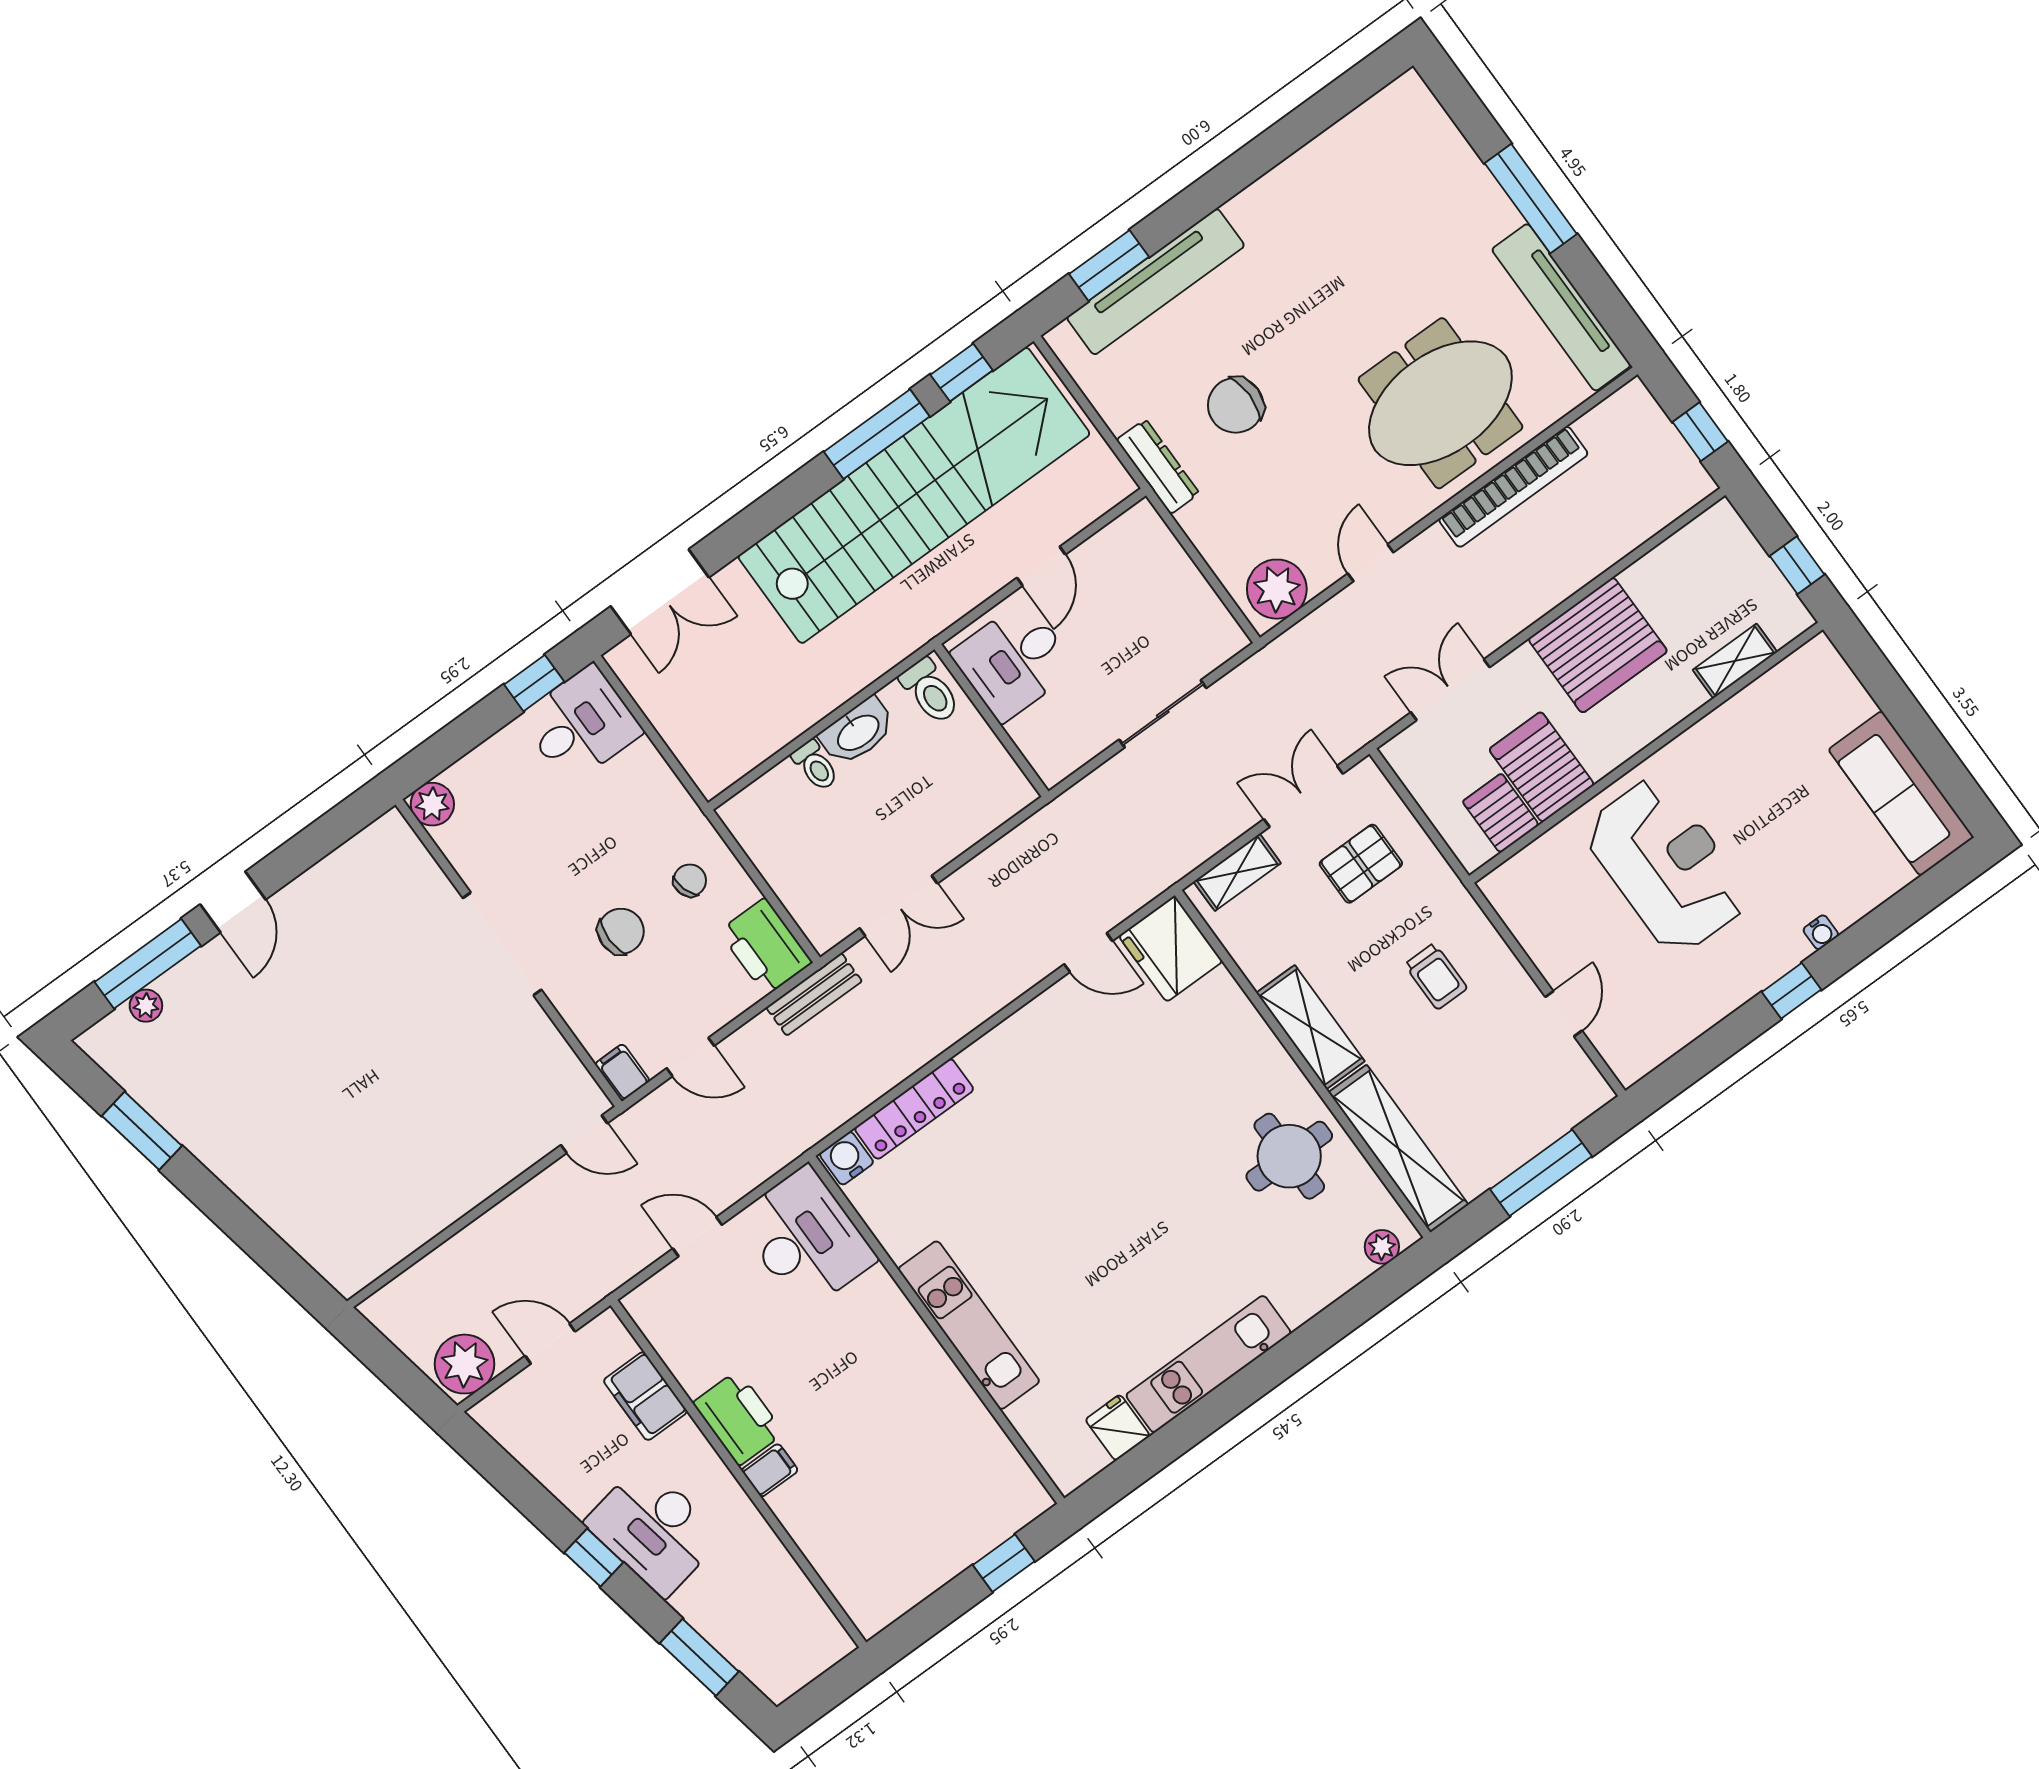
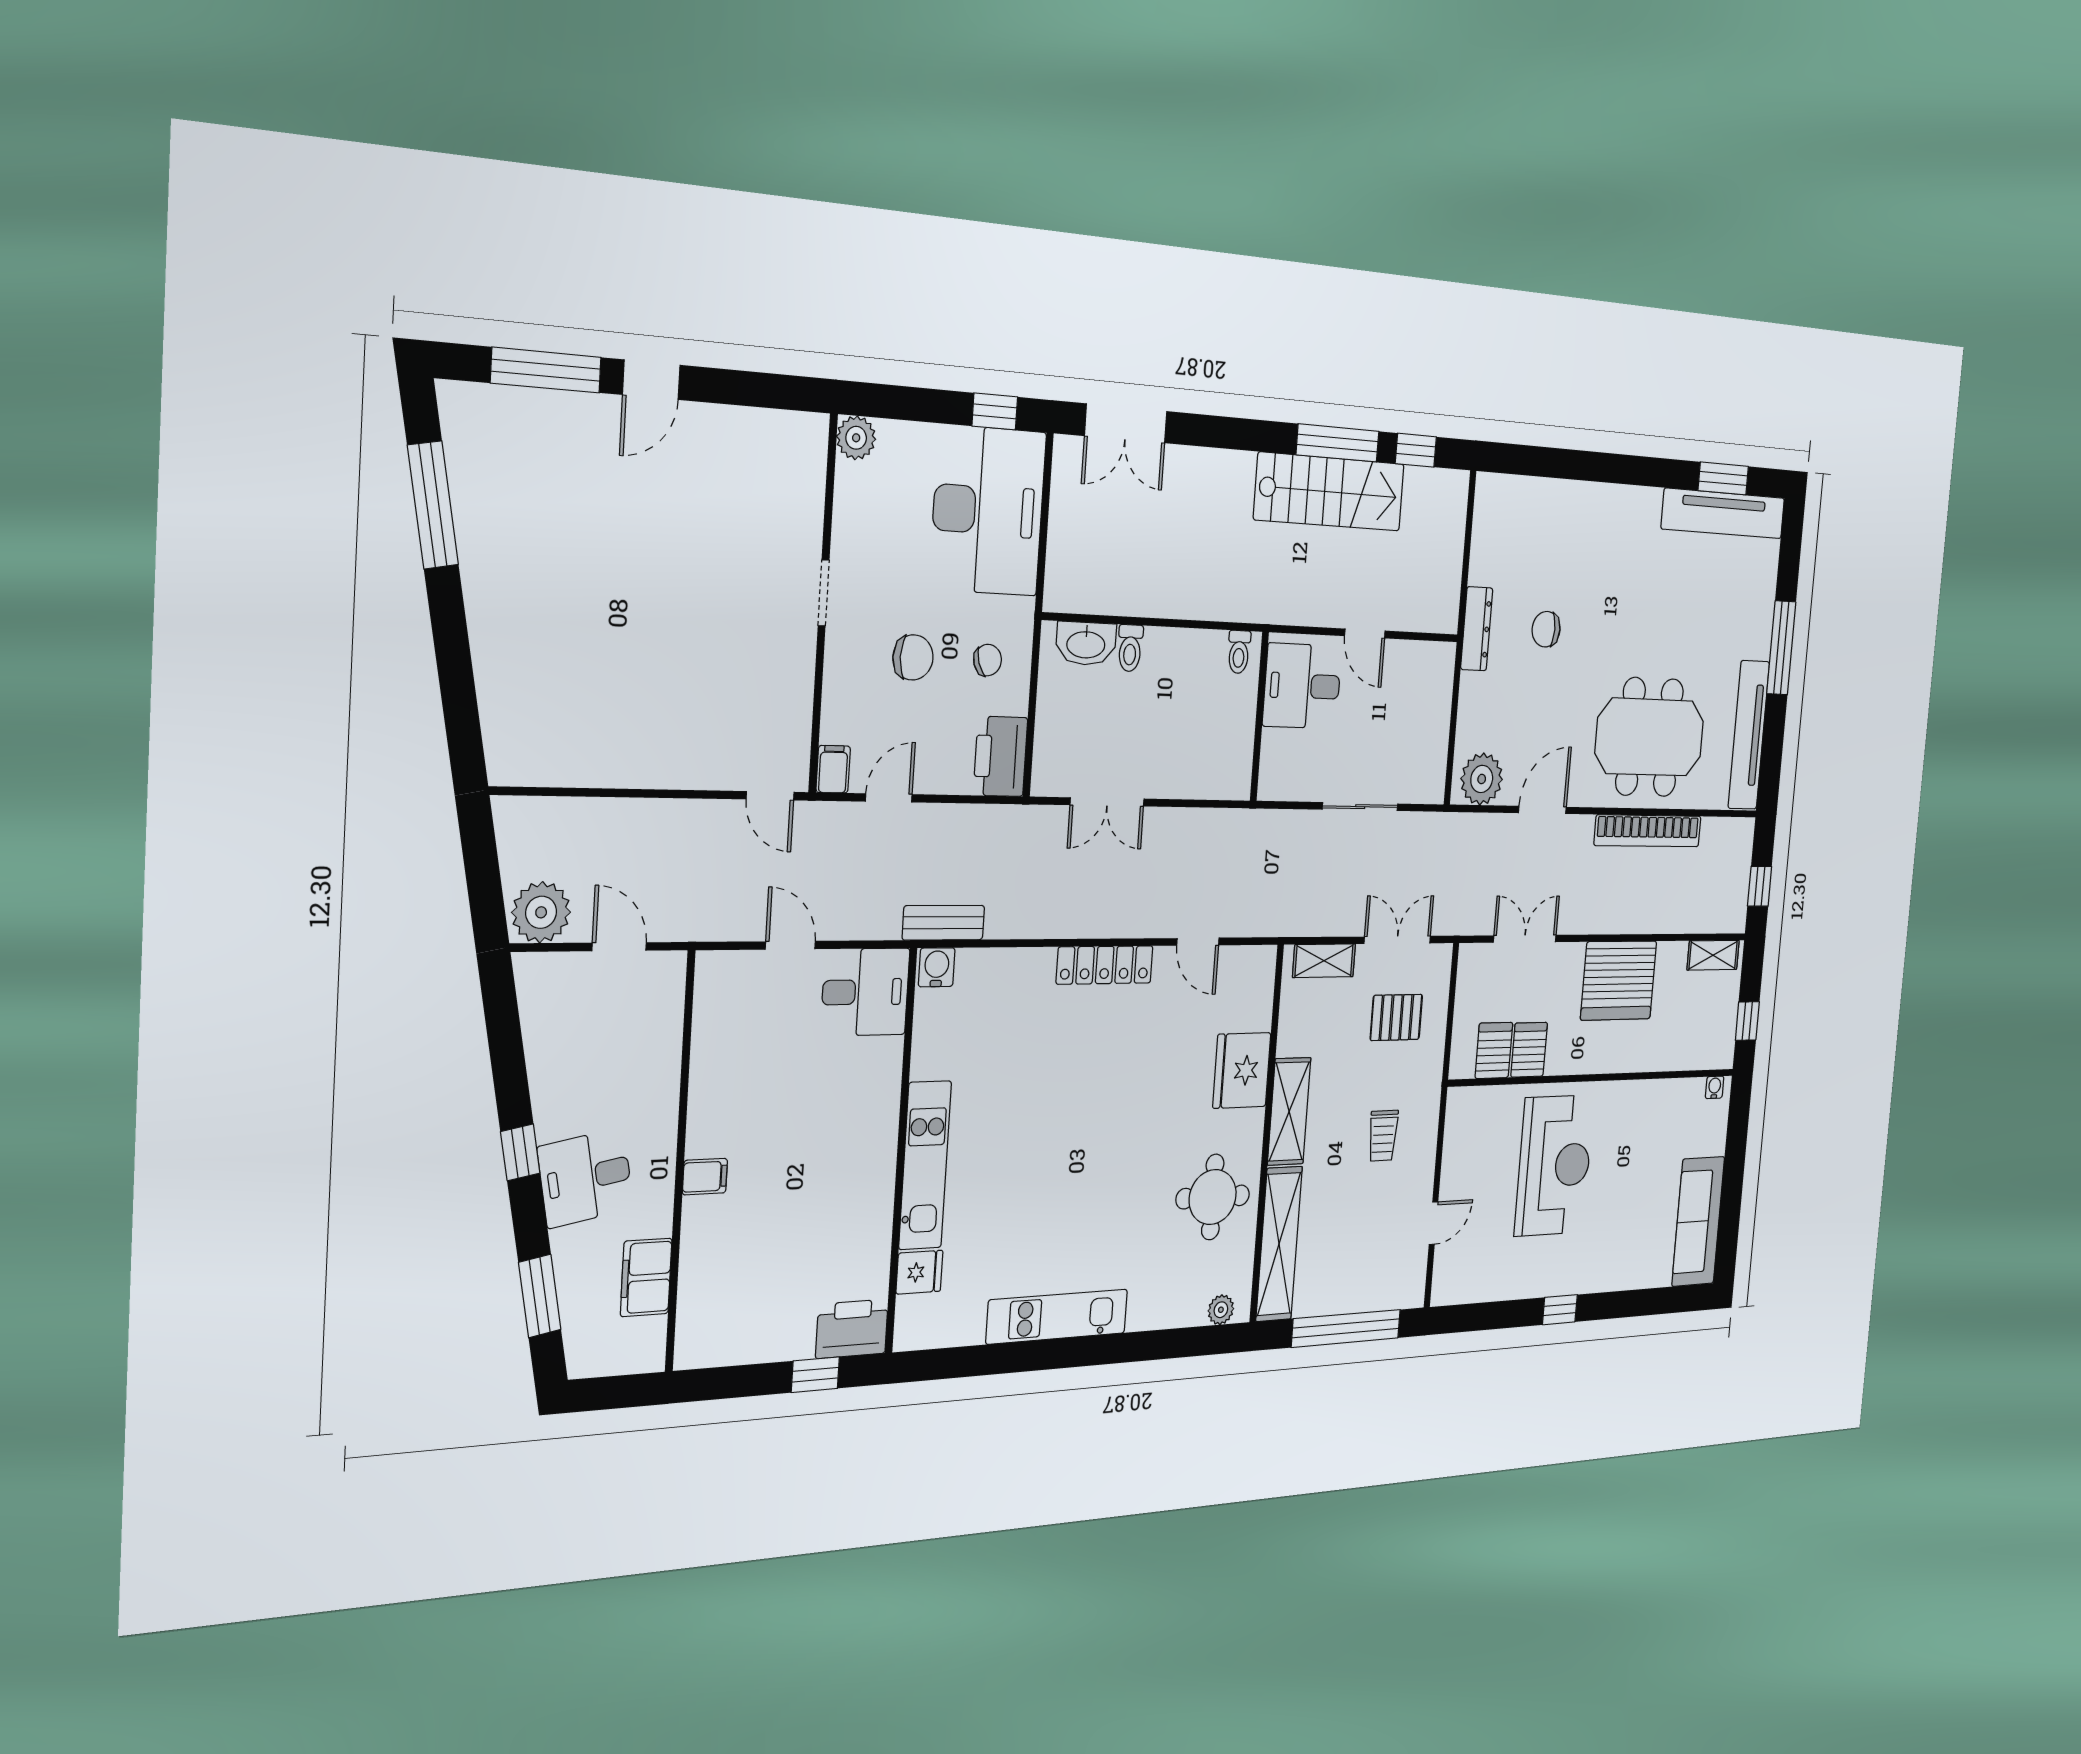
window: (1109, 265) -> (1723, 478), moved
tv unit: (1156, 282) -> (1723, 513), moved
chair: (1236, 405) -> (1546, 629), width x0.73, depth x0.73
stairs: (914, 495) -> (1330, 492), width x0.54, depth x0.66
door: (1371, 563) -> (1542, 810), width x1.38
door: (1041, 566) -> (1365, 633), hinge flipped
shelving: (1735, 661) -> (1713, 955), moved
toilet: (930, 691) -> (1239, 652), width x0.73, depth x0.72
desk: (581, 724) -> (988, 511), width x1.87, depth x1.30
washbasin: (858, 732) -> (1086, 644), moved
server rack: (1542, 767) -> (1529, 1050), width x0.73, depth x0.70
water cooler: (1821, 932) -> (1715, 1087), moved, turned 180
doorway: (502, 944) -> (824, 593), width x0.53
fridge: (1171, 949) -> (1242, 1070), moved
bench: (814, 994) -> (943, 923), moved
plant: (146, 1006) -> (518, 403), removed
door: (690, 1057) -> (889, 798), swing flipped
locker: (914, 1109) -> (1105, 965), moved
window: (142, 1131) -> (433, 505), width x1.44
window: (1541, 1173) -> (1346, 1328), width x1.46
desk: (806, 1239) -> (865, 992), width x0.73
filing cabinet: (645, 1396) -> (646, 1277), moved
printer: (738, 1418) -> (852, 1329), moved, turned -90
fridge: (1118, 1428) -> (919, 1272), moved, turned 90
desk: (654, 1530) -> (586, 1178), width x0.73

